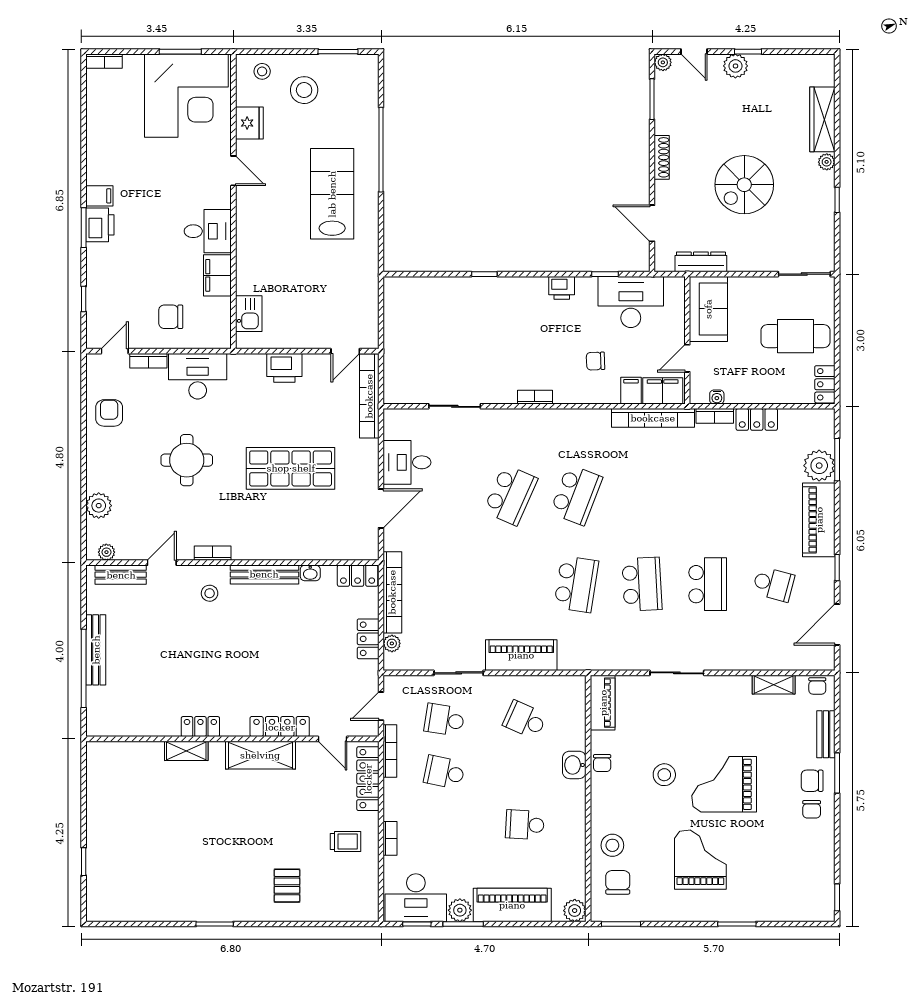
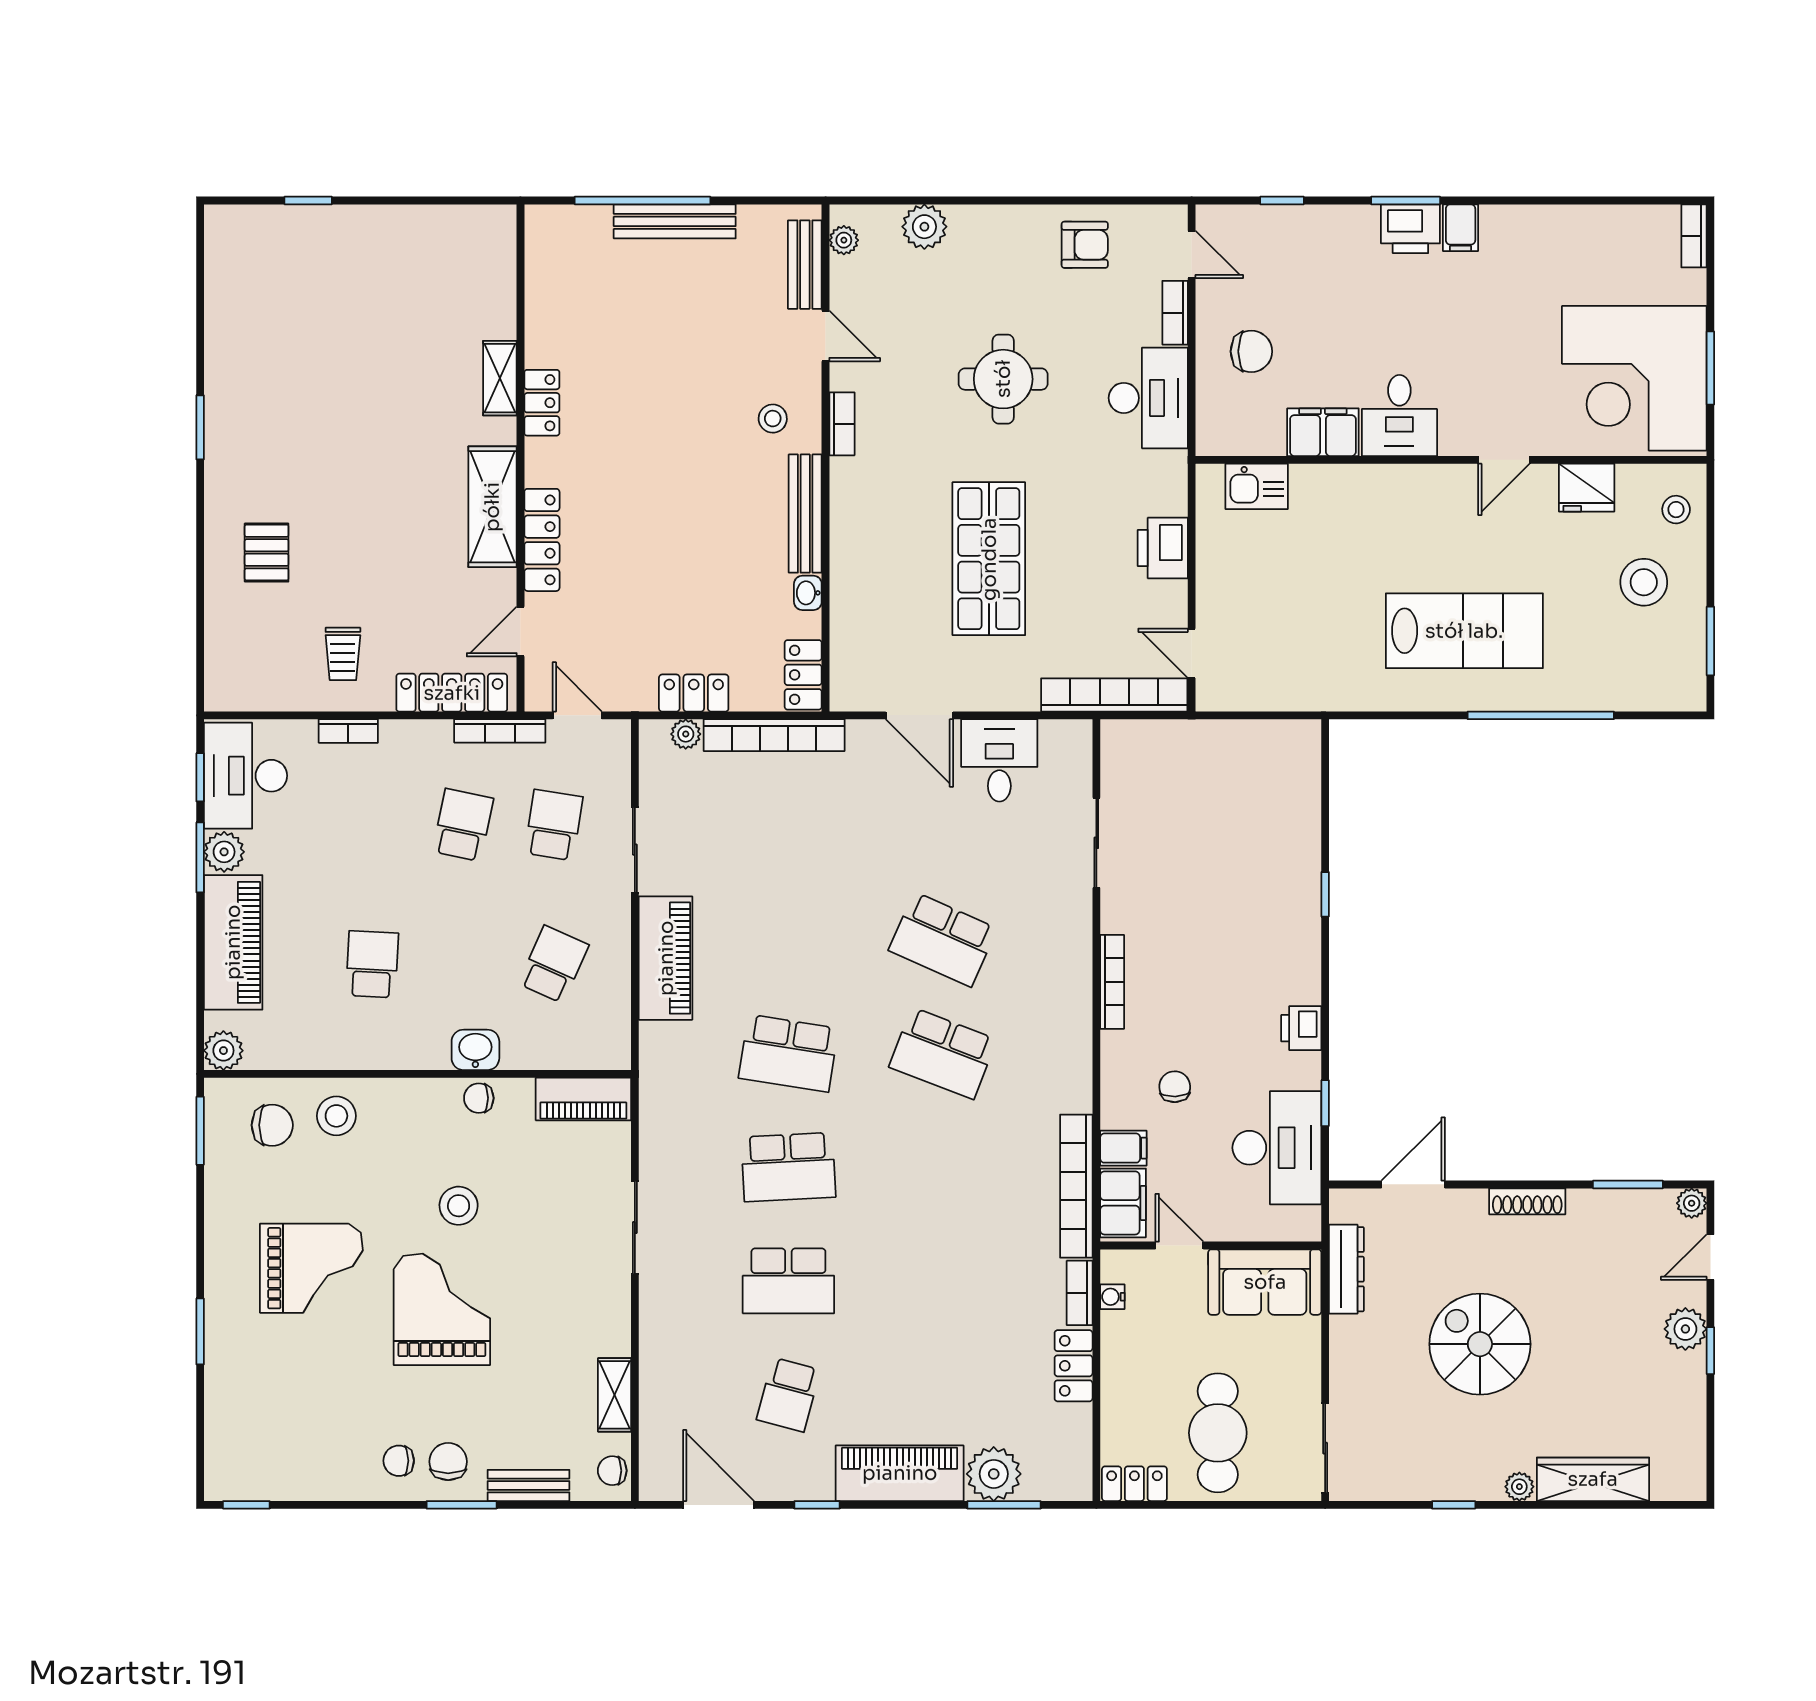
chair: (171, 317) -> (1251, 351), turned 90
bookcase: (535, 397) -> (1112, 982), width x1.56
pallet: (287, 886) -> (267, 553), turned 90

